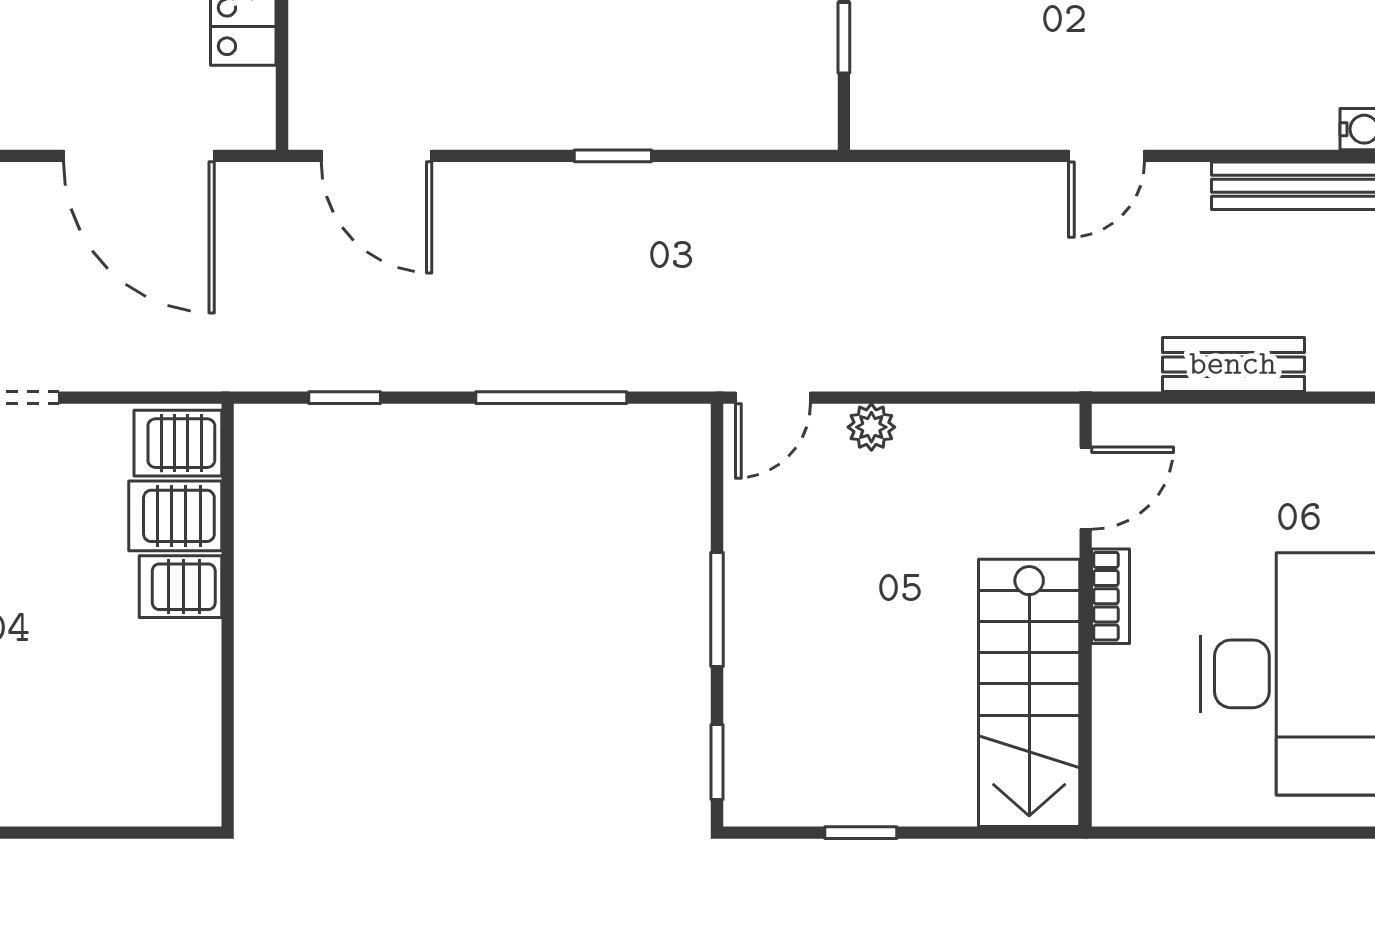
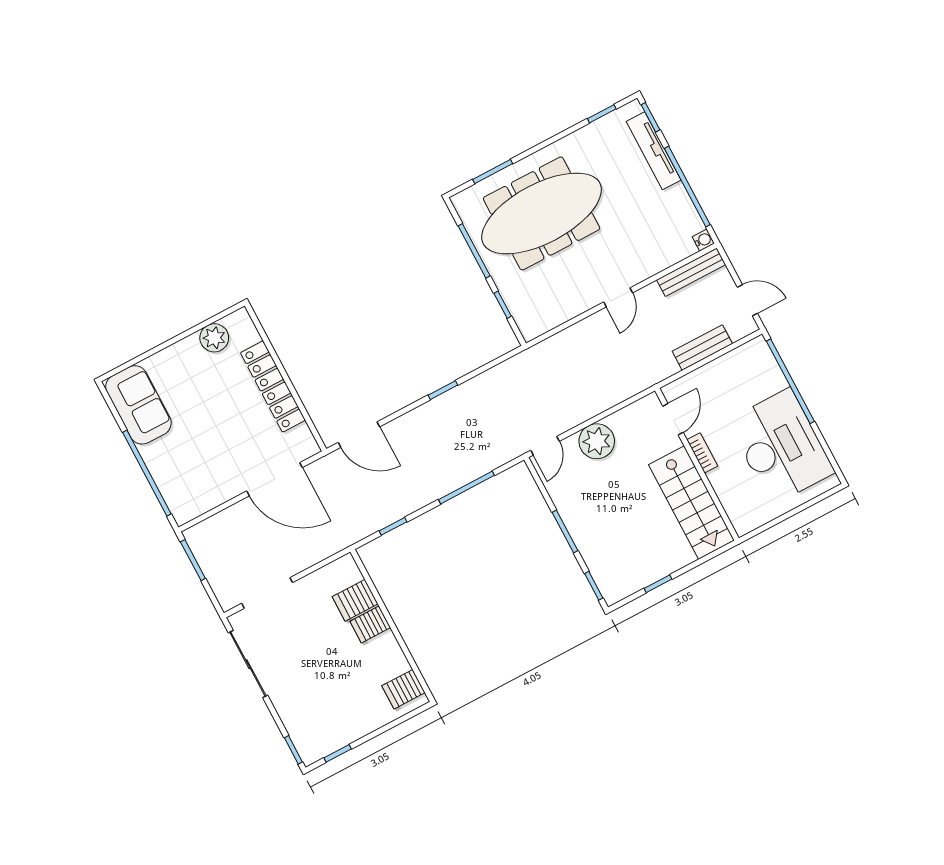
plant: (871, 427) -> (597, 441), width x1.88, depth x1.88
server rack: (178, 443) -> (403, 689), moved

